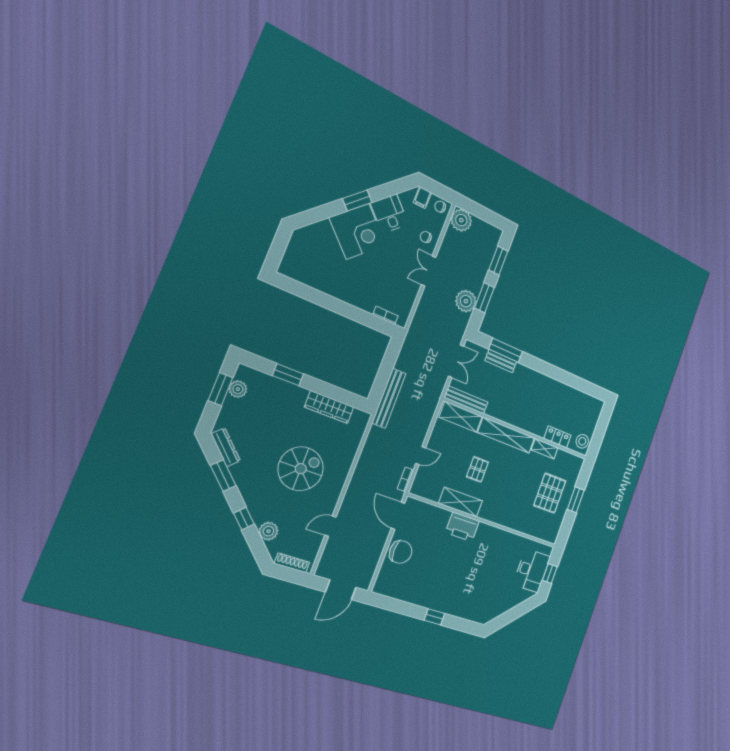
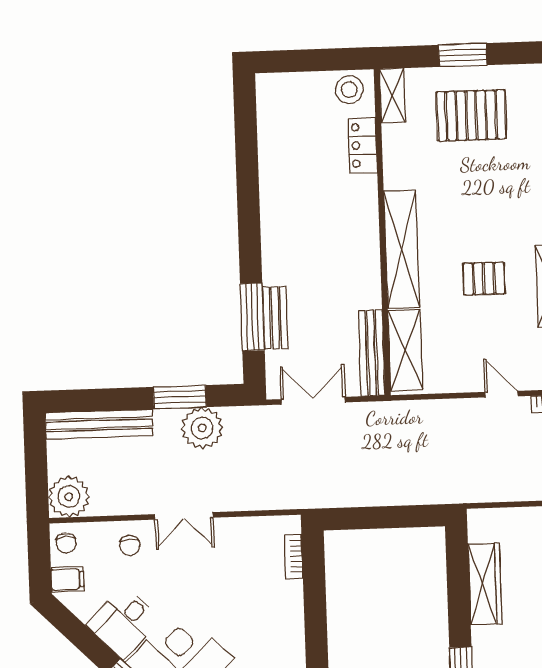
window: (498, 260) -> (103, 400), removed
bench: (389, 398) -> (99, 424), moved
shelving: (545, 449) -> (392, 95), moved

